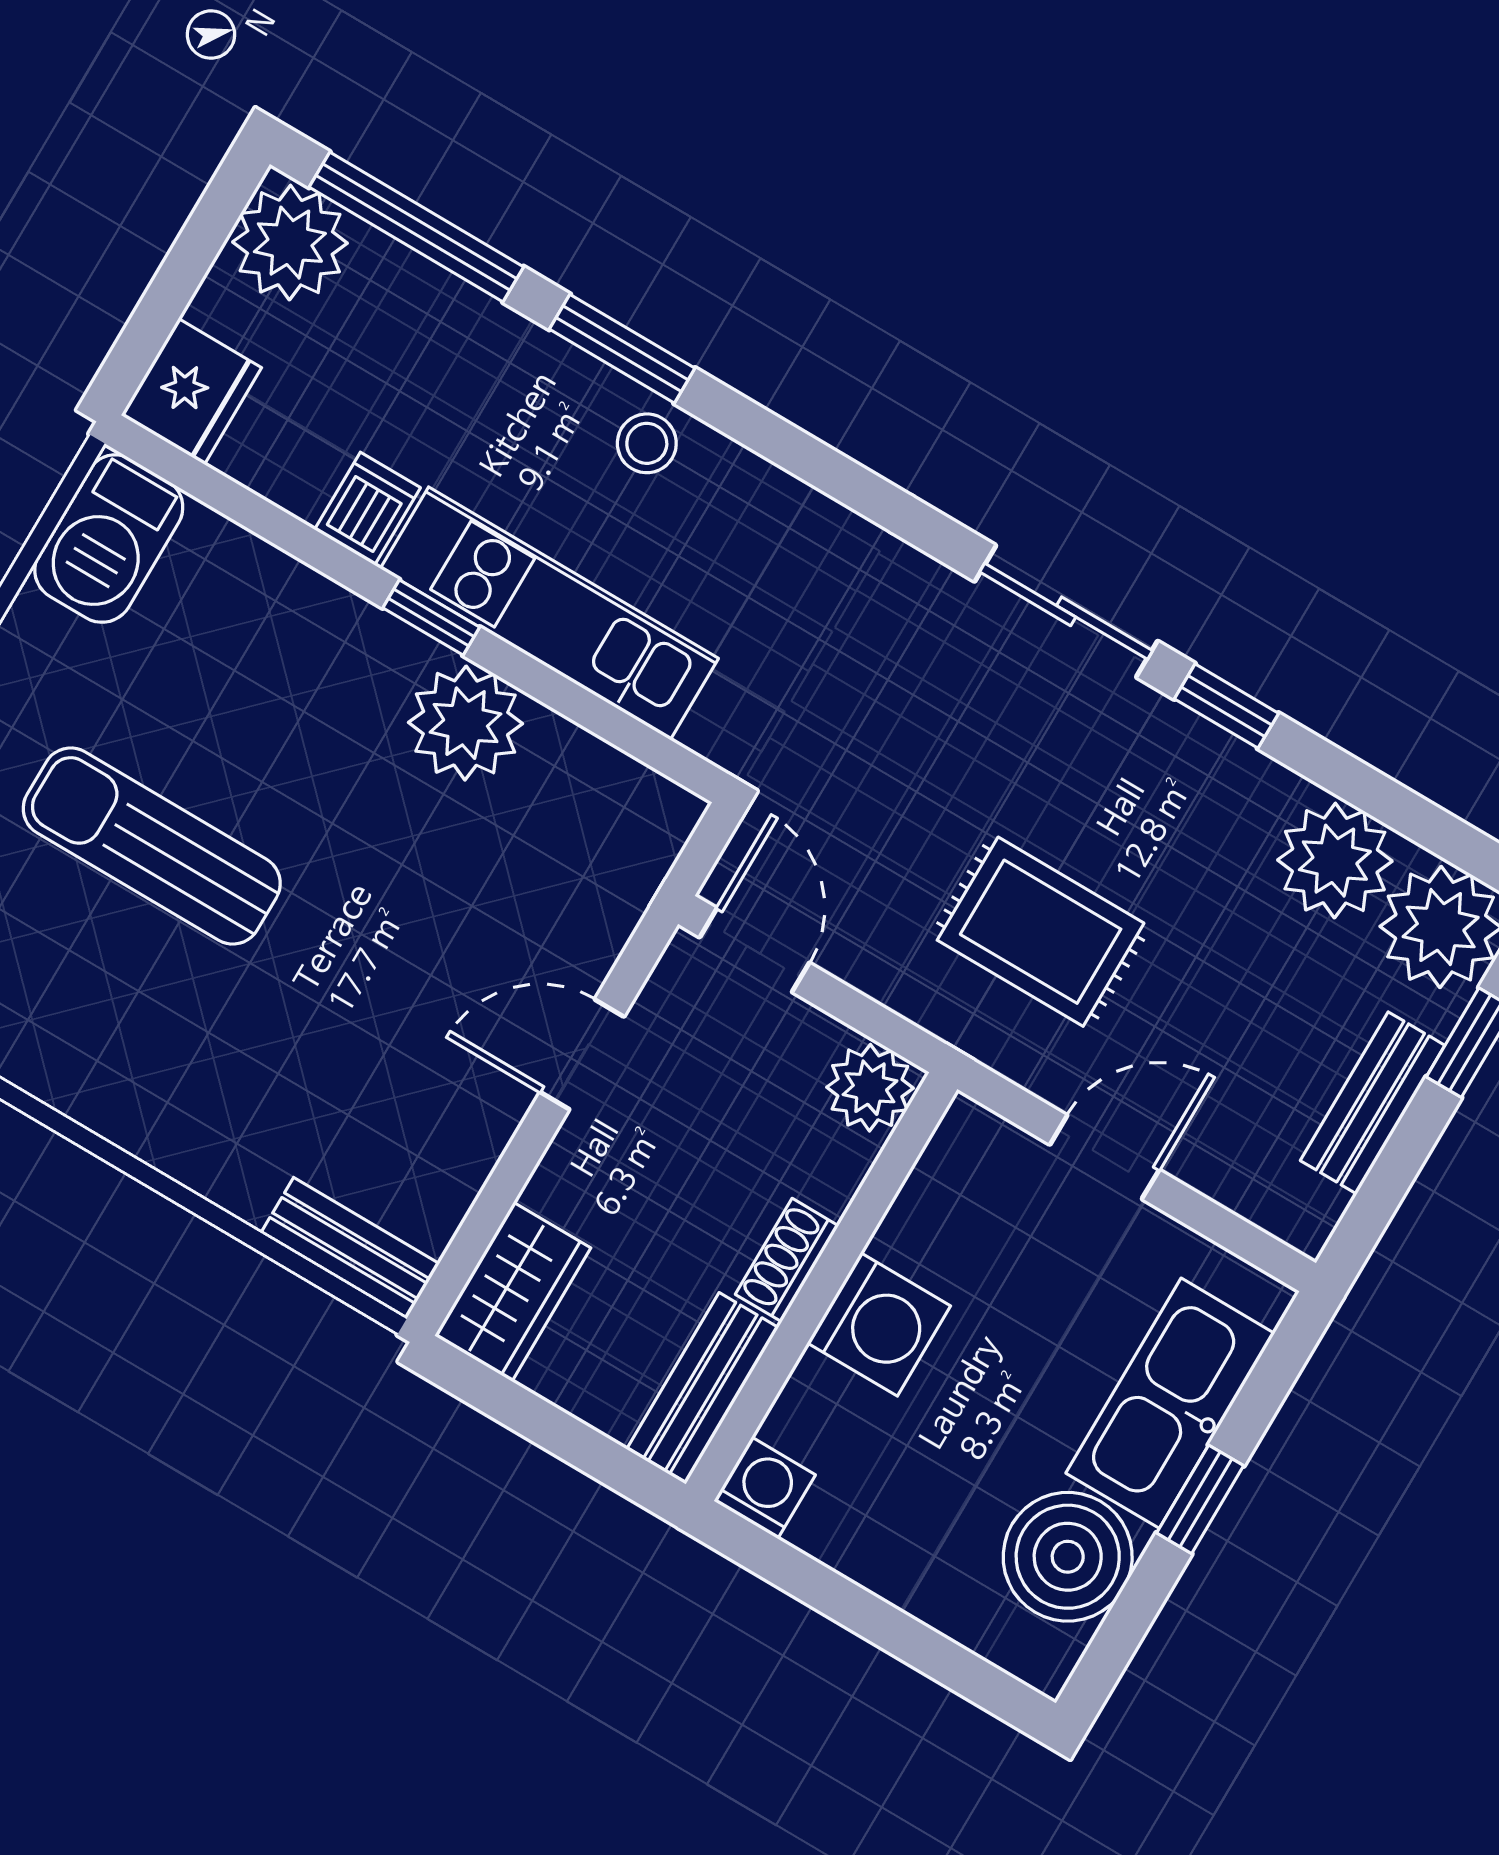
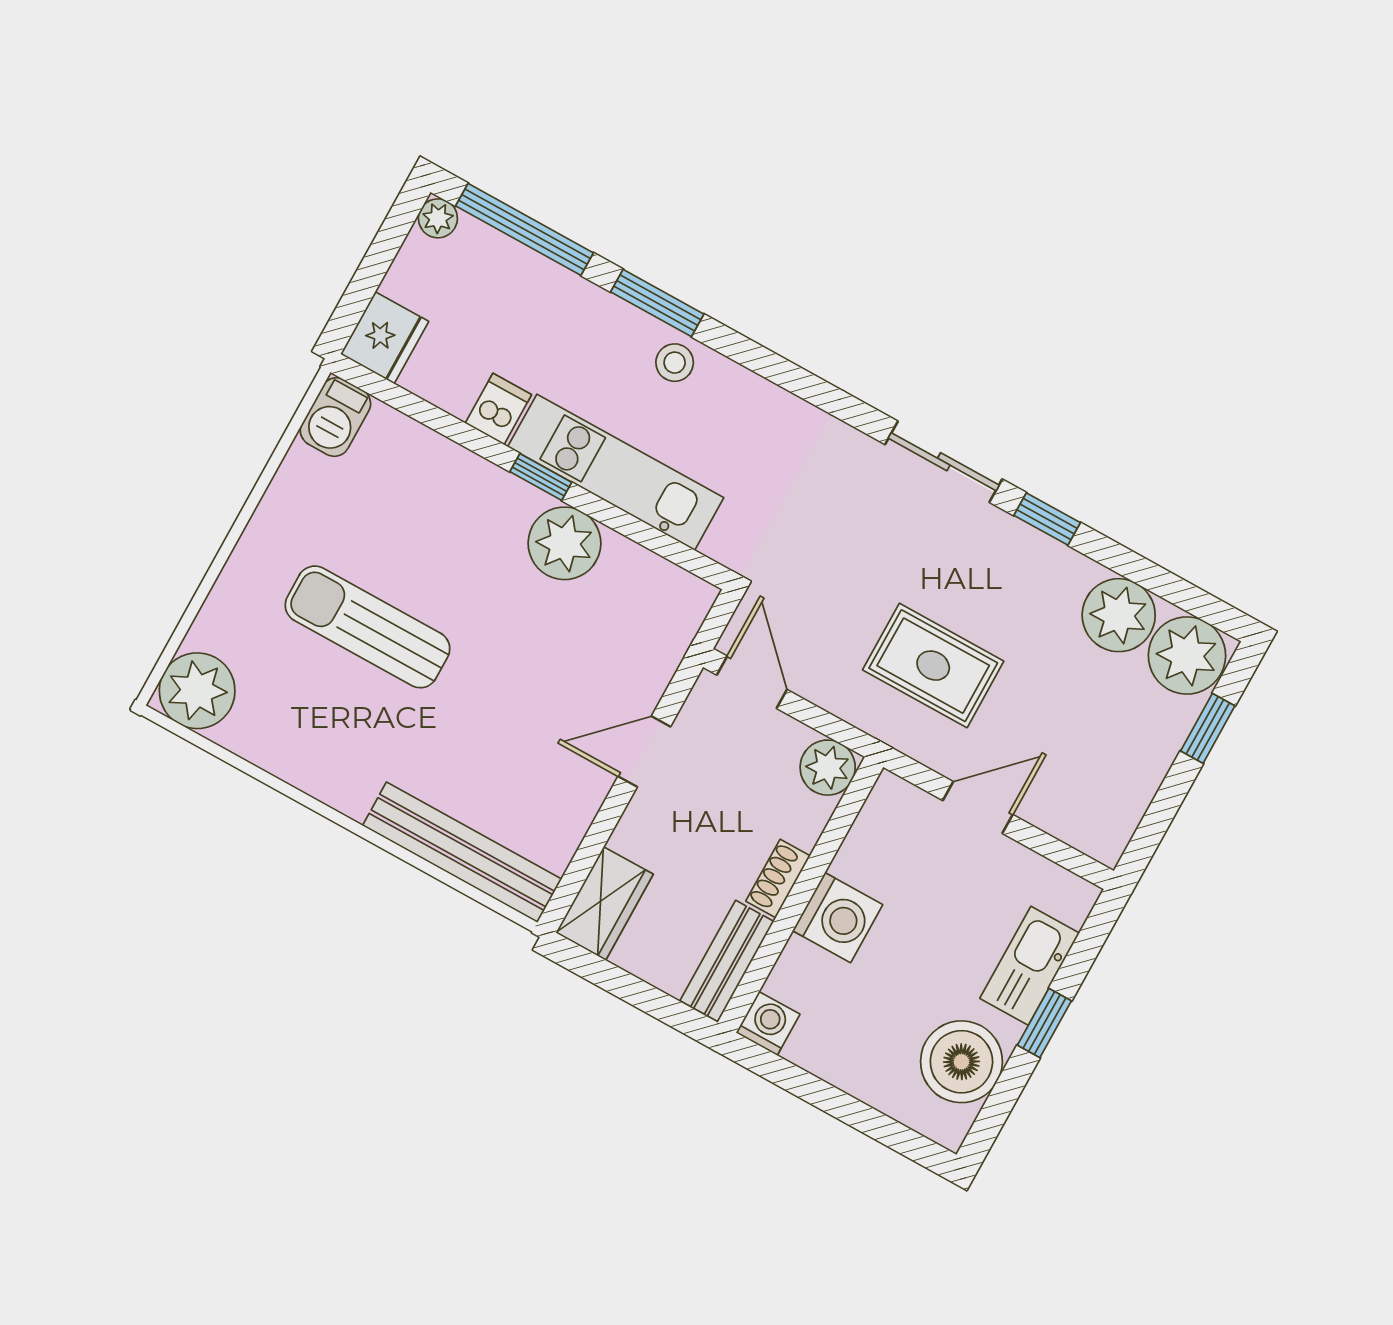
plant: (290, 243) -> (438, 218), width x0.53, depth x0.53
barbecue: (109, 539) -> (335, 417), width x0.73, depth x0.79
bench: (1373, 1103) -> (1147, 768), removed
bench: (350, 1248) -> (462, 852), width x1.86, depth x1.21
kitchen sink: (1170, 1403) -> (1030, 966), width x0.73, depth x0.81

